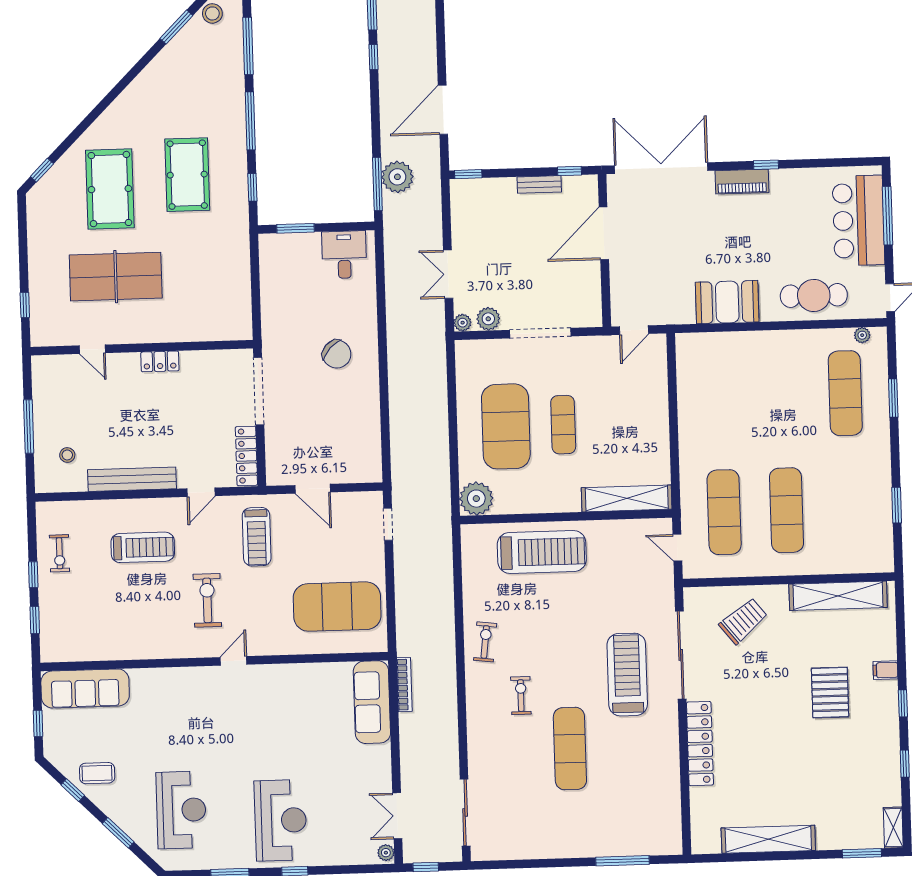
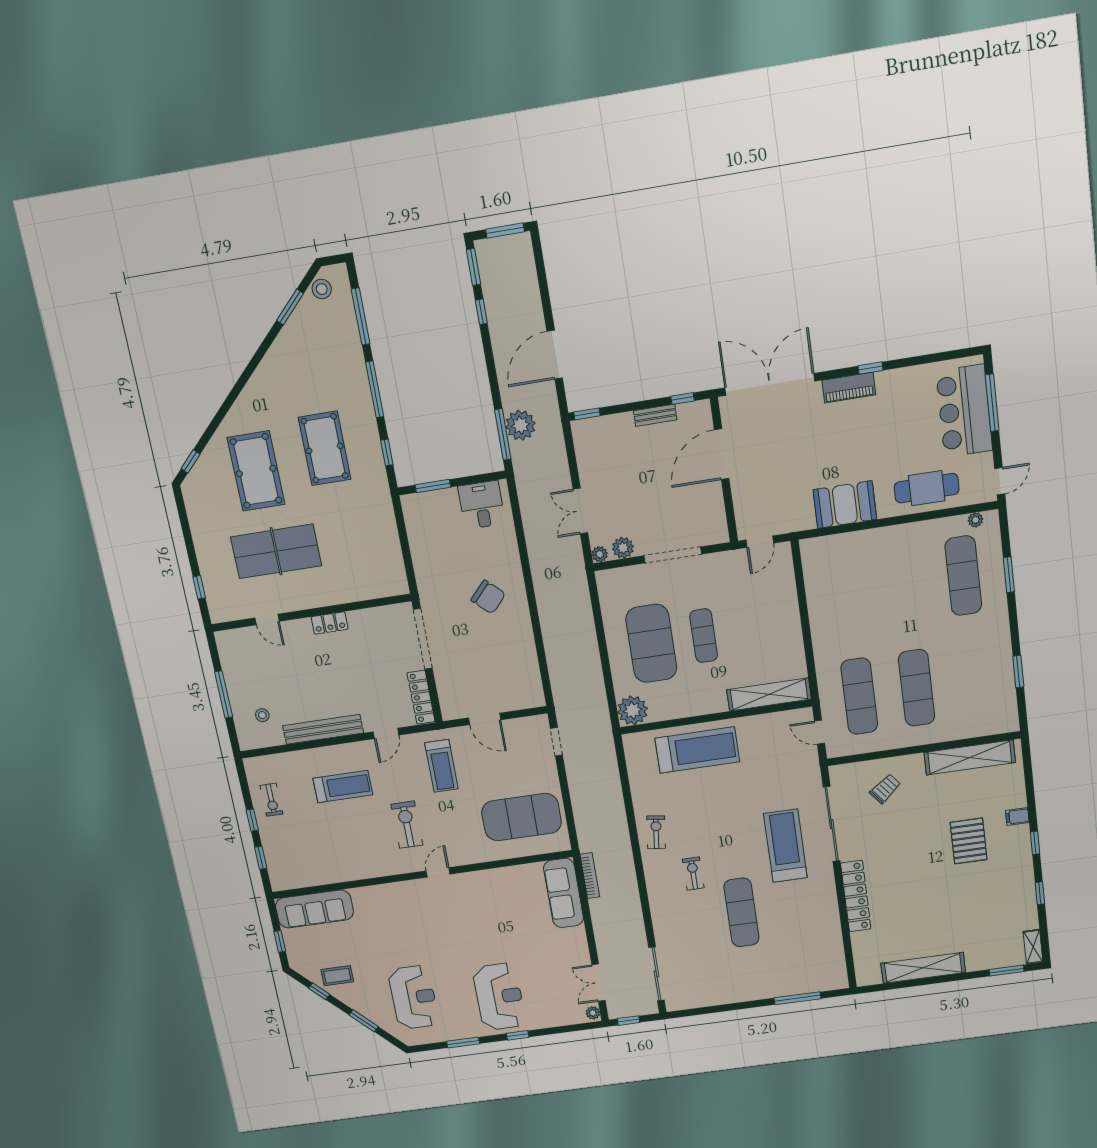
trolley: (743, 621) -> (885, 789), width x0.73, depth x0.72

